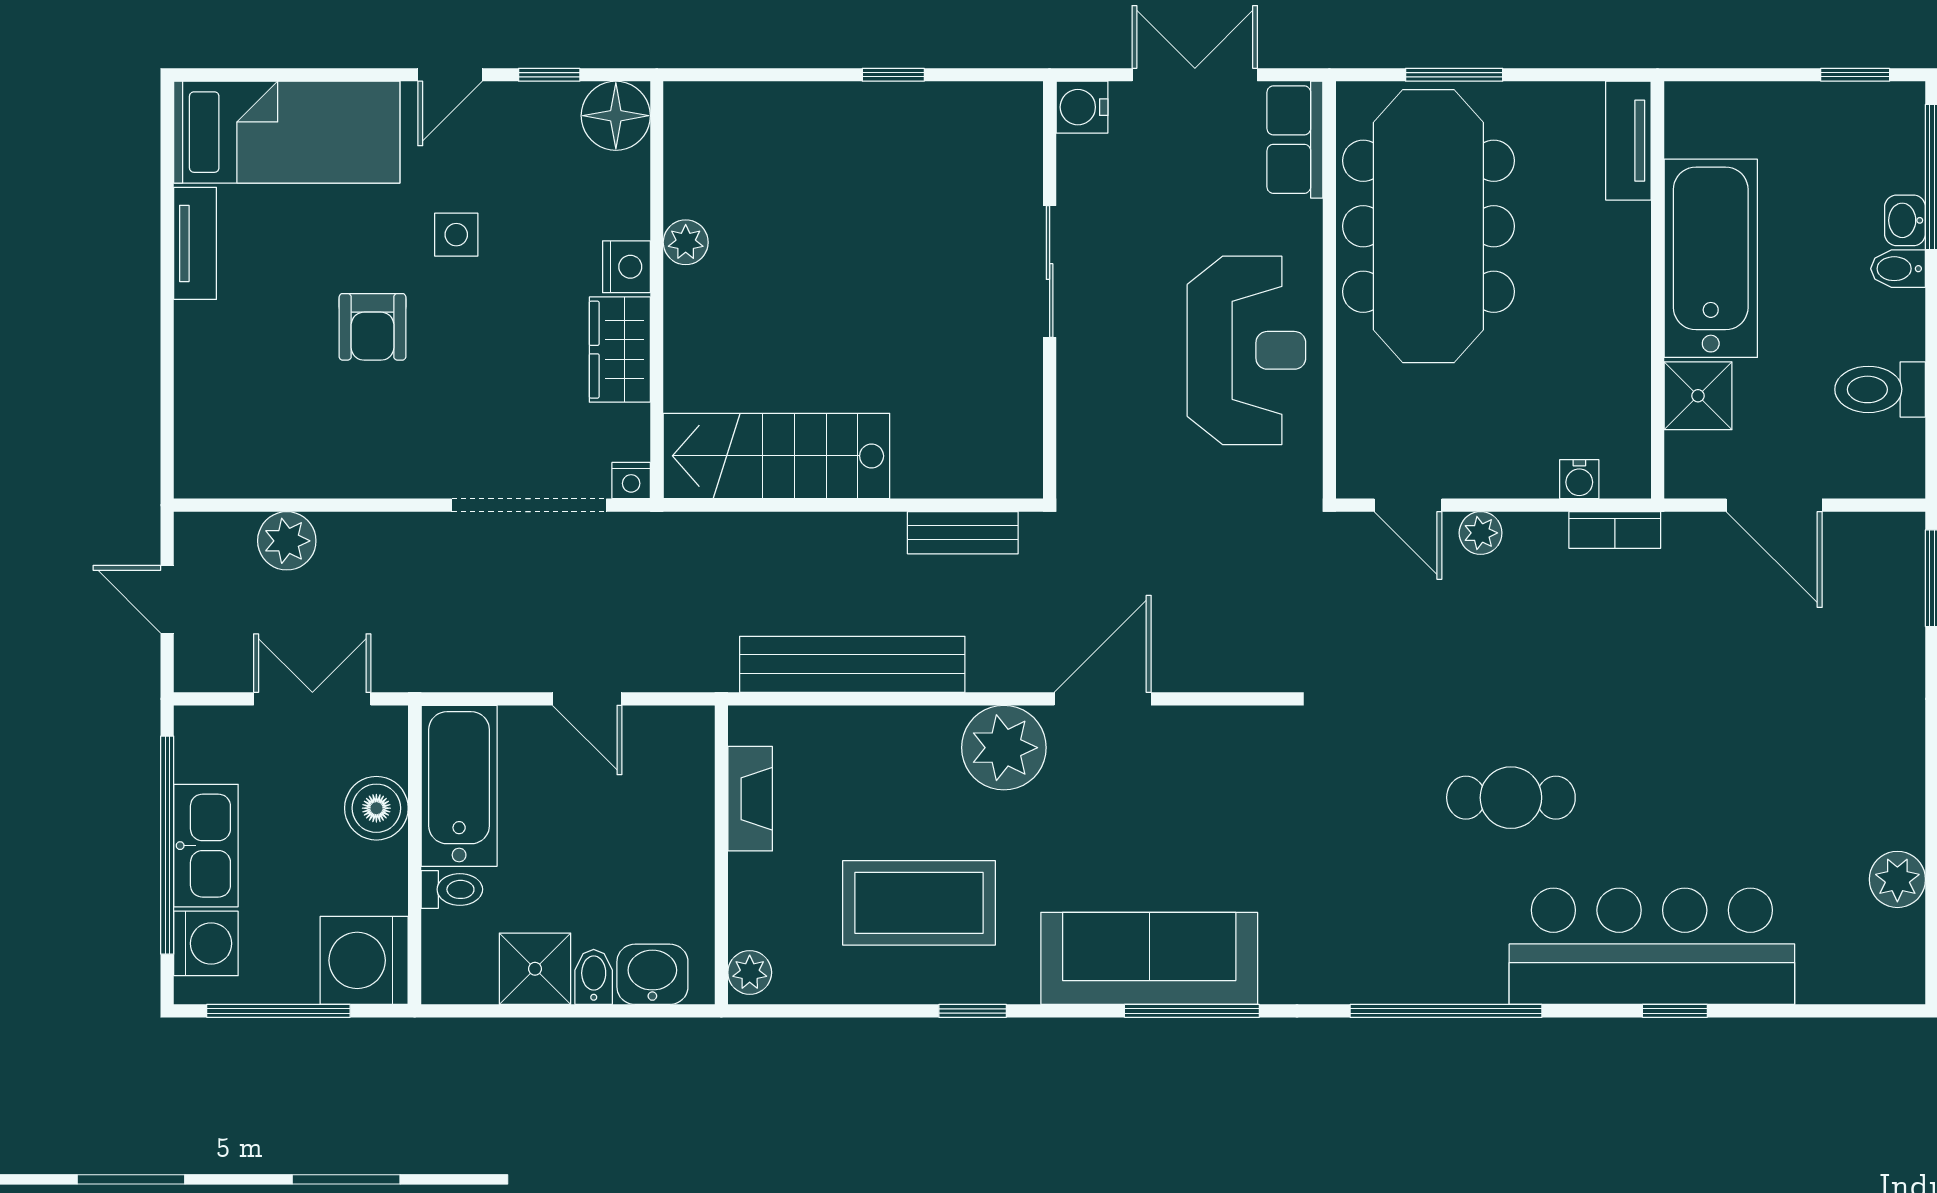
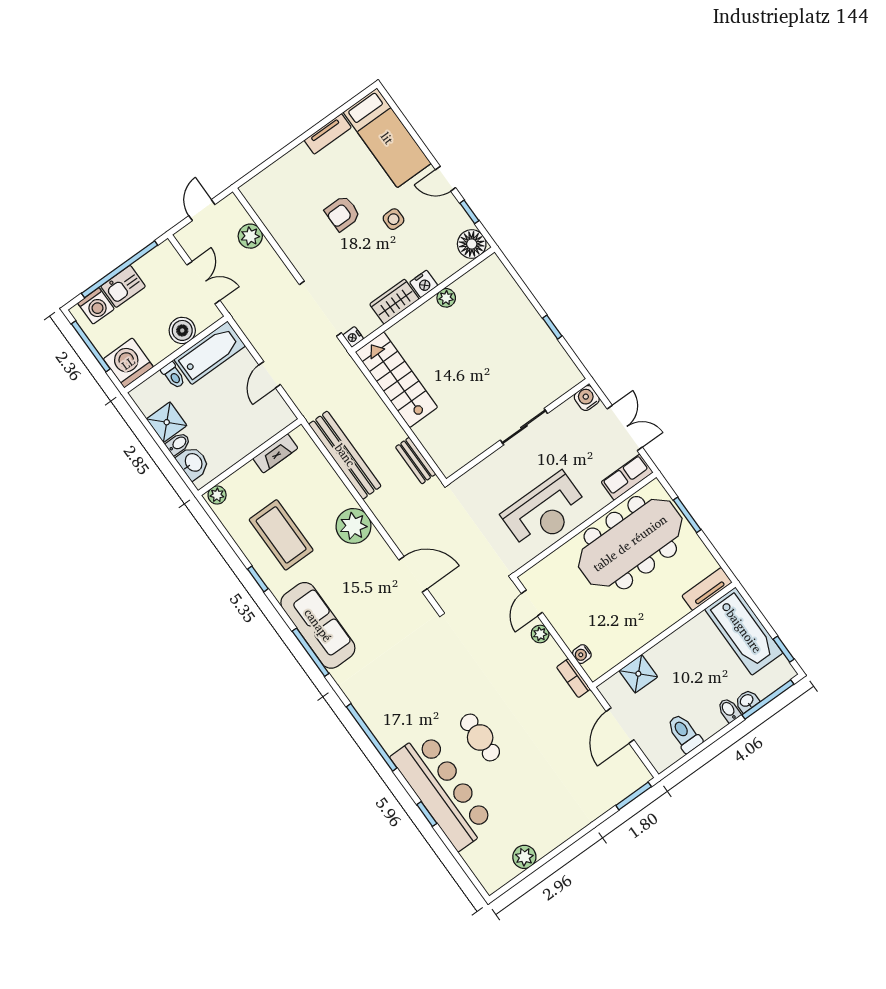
bathtub: (1711, 258) -> (744, 631), moved, turned 90
door: (1103, 699) -> (413, 574), moved
cafe table: (1511, 798) -> (480, 737), moved
kitchen sink: (206, 846) -> (123, 286), width x0.73

